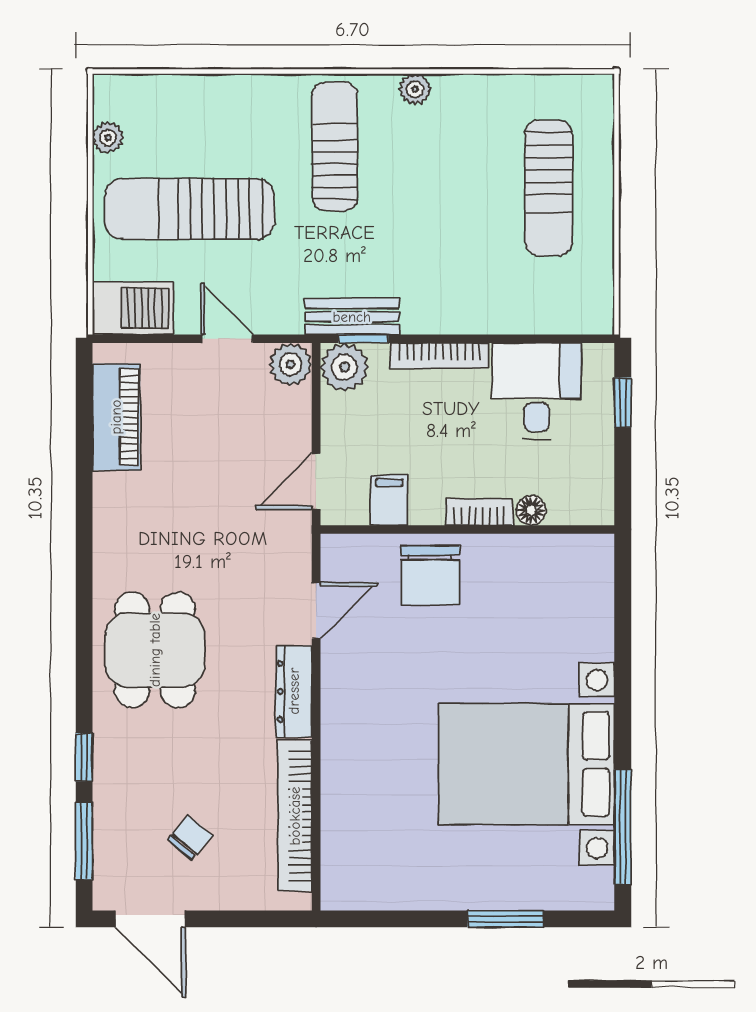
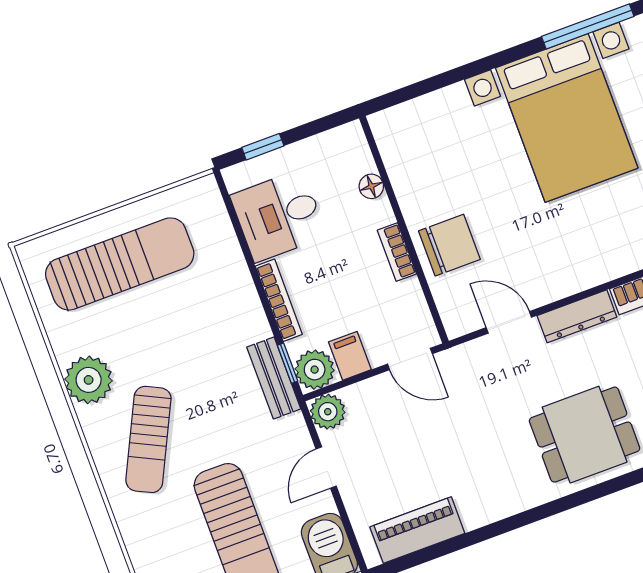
plant: (415, 89) -> (89, 380), width x1.88, depth x1.88
sun lounger: (335, 146) -> (148, 439), turned -64
sun lounger: (549, 188) -> (120, 264), width x1.36, depth x1.34
filing cabinet: (389, 500) -> (350, 356), moved, turned 90
bookcase: (479, 512) -> (397, 252), moved

